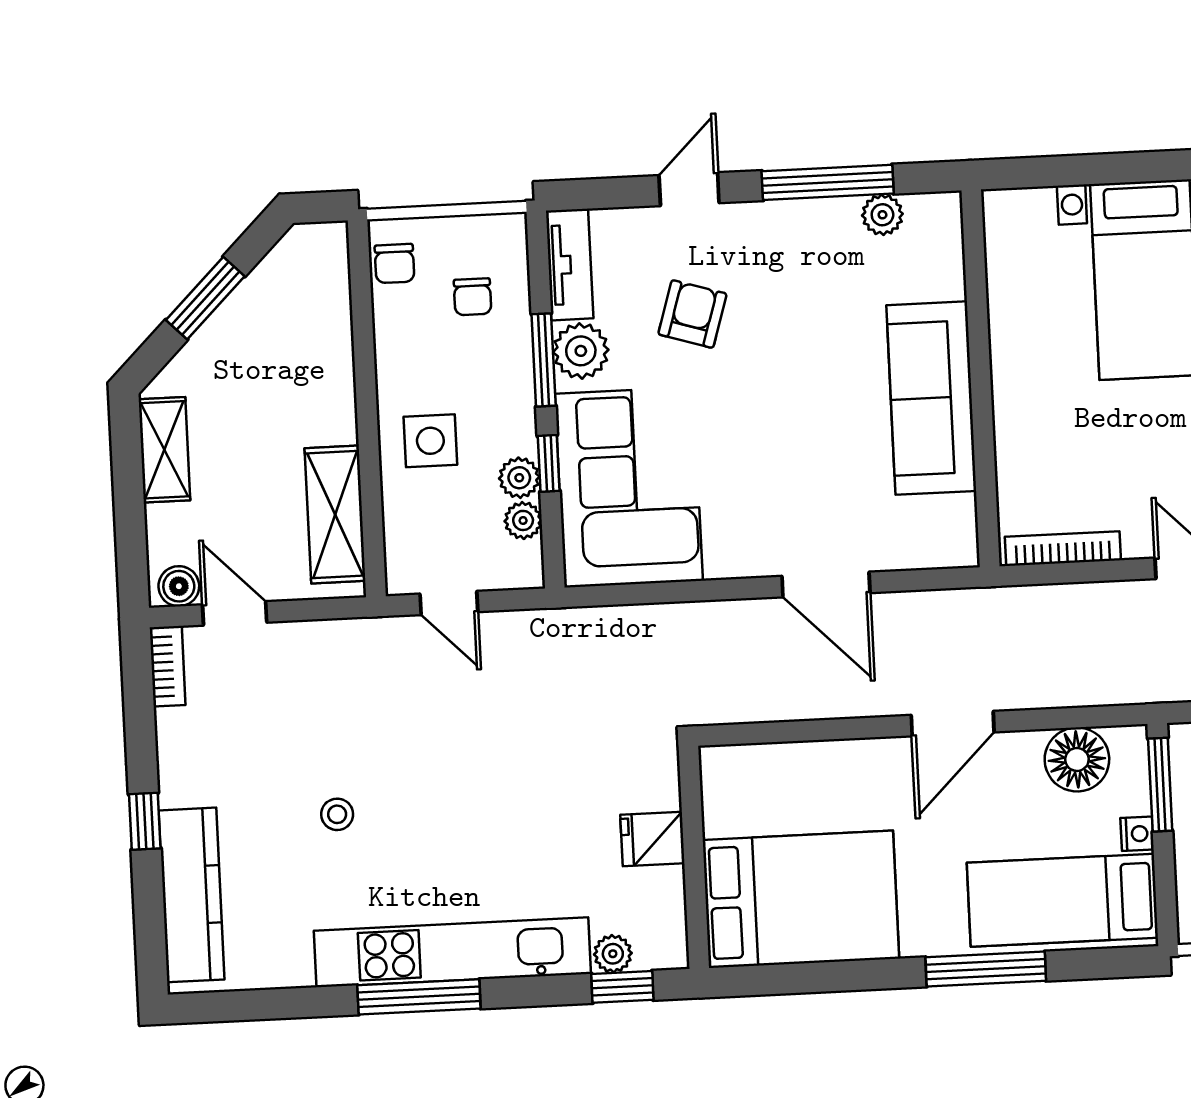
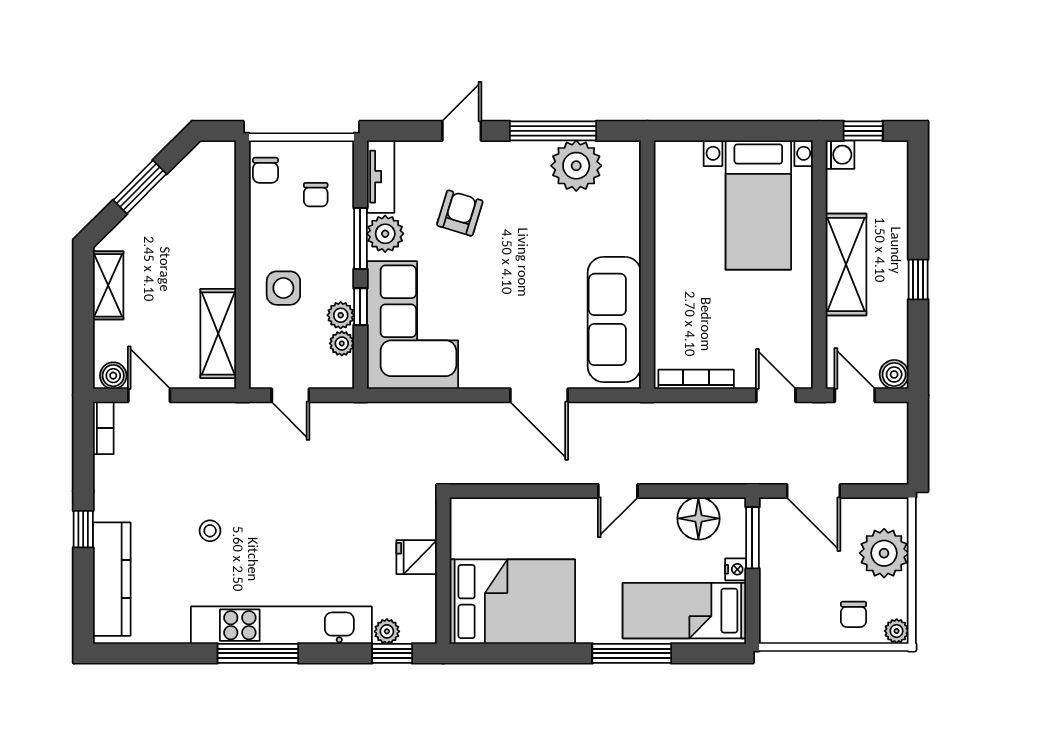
plant: (882, 215) -> (576, 166), width x1.87, depth x1.87
sofa: (931, 398) -> (614, 319), moved
door: (953, 724) -> (618, 491), width x0.73

